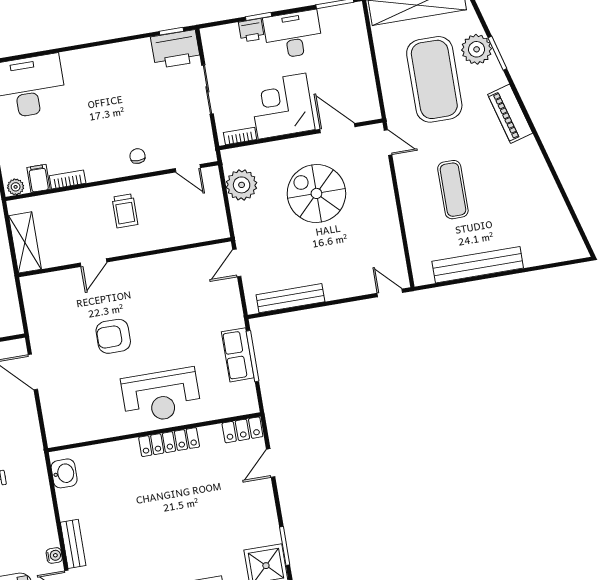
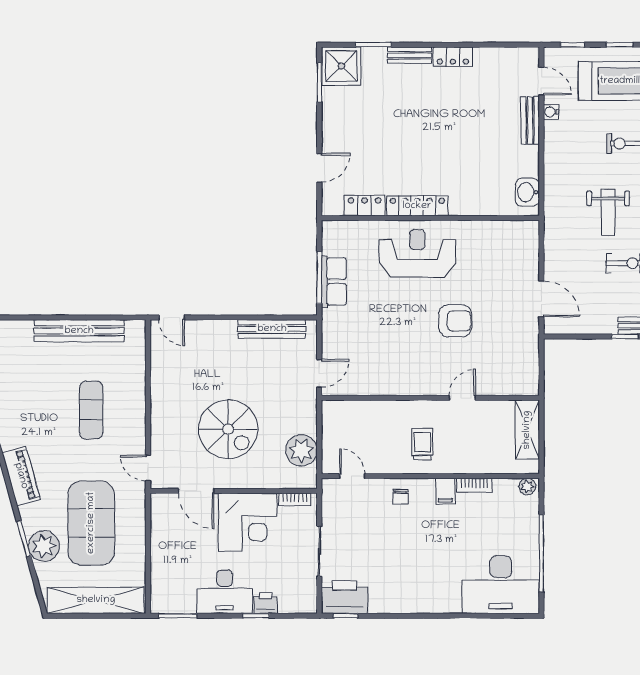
filing cabinet: (38, 178) -> (445, 491), moved
locker: (242, 430) -> (365, 206), moved

